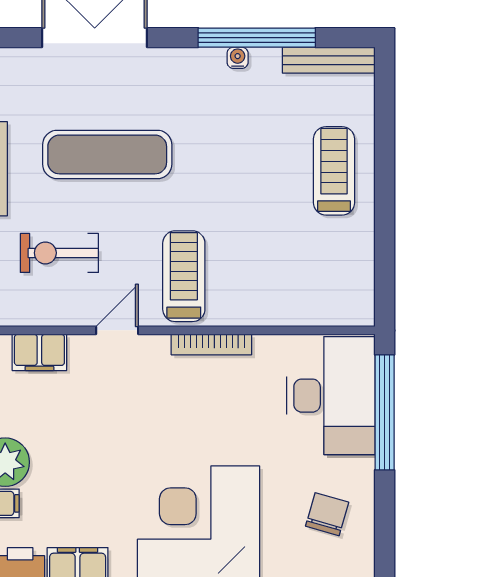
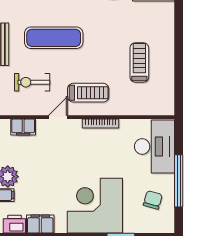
treadmill: (334, 171) -> (139, 62), moved
treadmill: (184, 276) -> (88, 93), turned 90
window: (385, 412) -> (179, 181), moved

